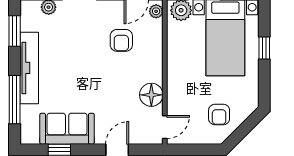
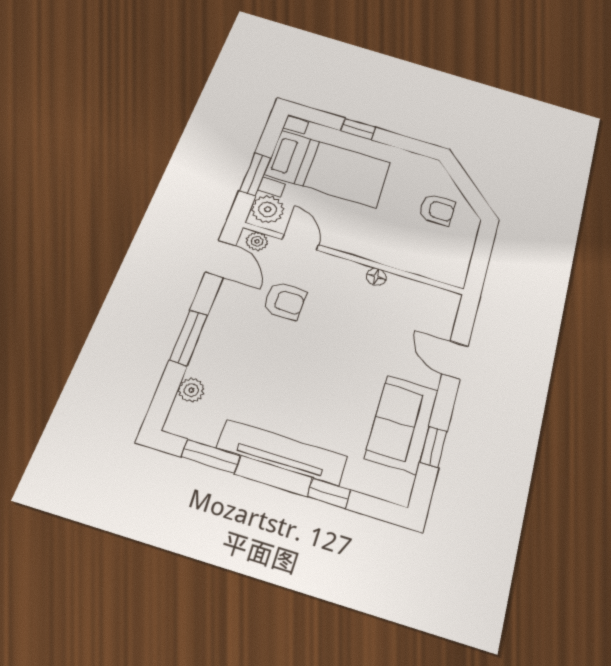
floor lamp: (151, 95) -> (376, 277), width x0.53, depth x0.53
window: (15, 100) -> (329, 493), width x0.46
door: (165, 127) -> (300, 242), moved

